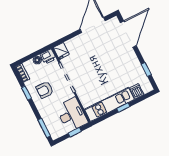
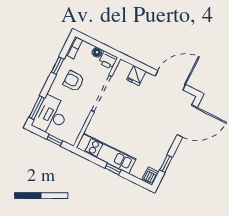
fridge: (61, 51) -> (136, 76), moved
dishwasher: (137, 91) -> (150, 176), moved
desk: (72, 115) -> (51, 116), moved, turned 180

